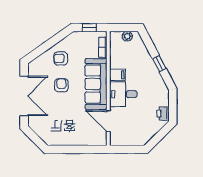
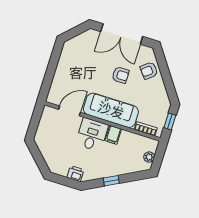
armchair: (61, 58) -> (149, 71), moved, turned -129
printer: (163, 113) -> (75, 174), moved

